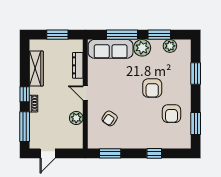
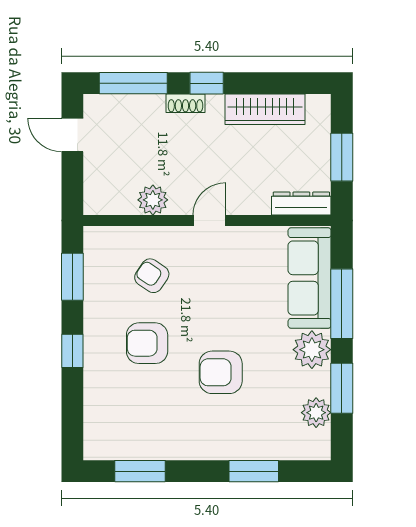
dresser: (78, 65) -> (301, 204), moved
armchair: (172, 114) -> (147, 343), moved
window: (154, 153) -> (72, 351), moved

